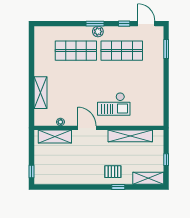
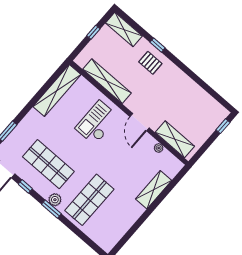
shop shelf: (76, 51) -> (89, 200), turned 90
shelving: (157, 102) -> (57, 91), added
checkout: (114, 104) -> (97, 123), turned -90

